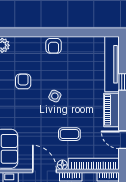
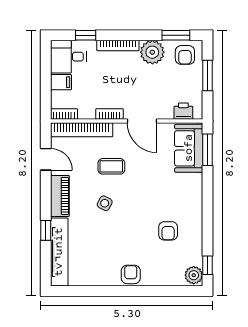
side table: (55, 96) -> (105, 203), moved
floor lamp: (62, 165) -> (120, 129), removed

